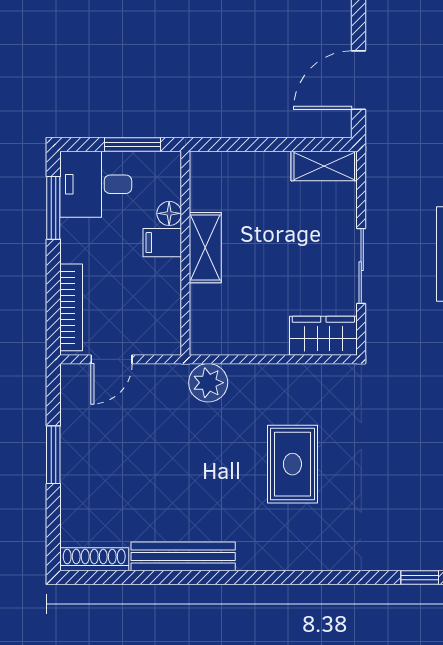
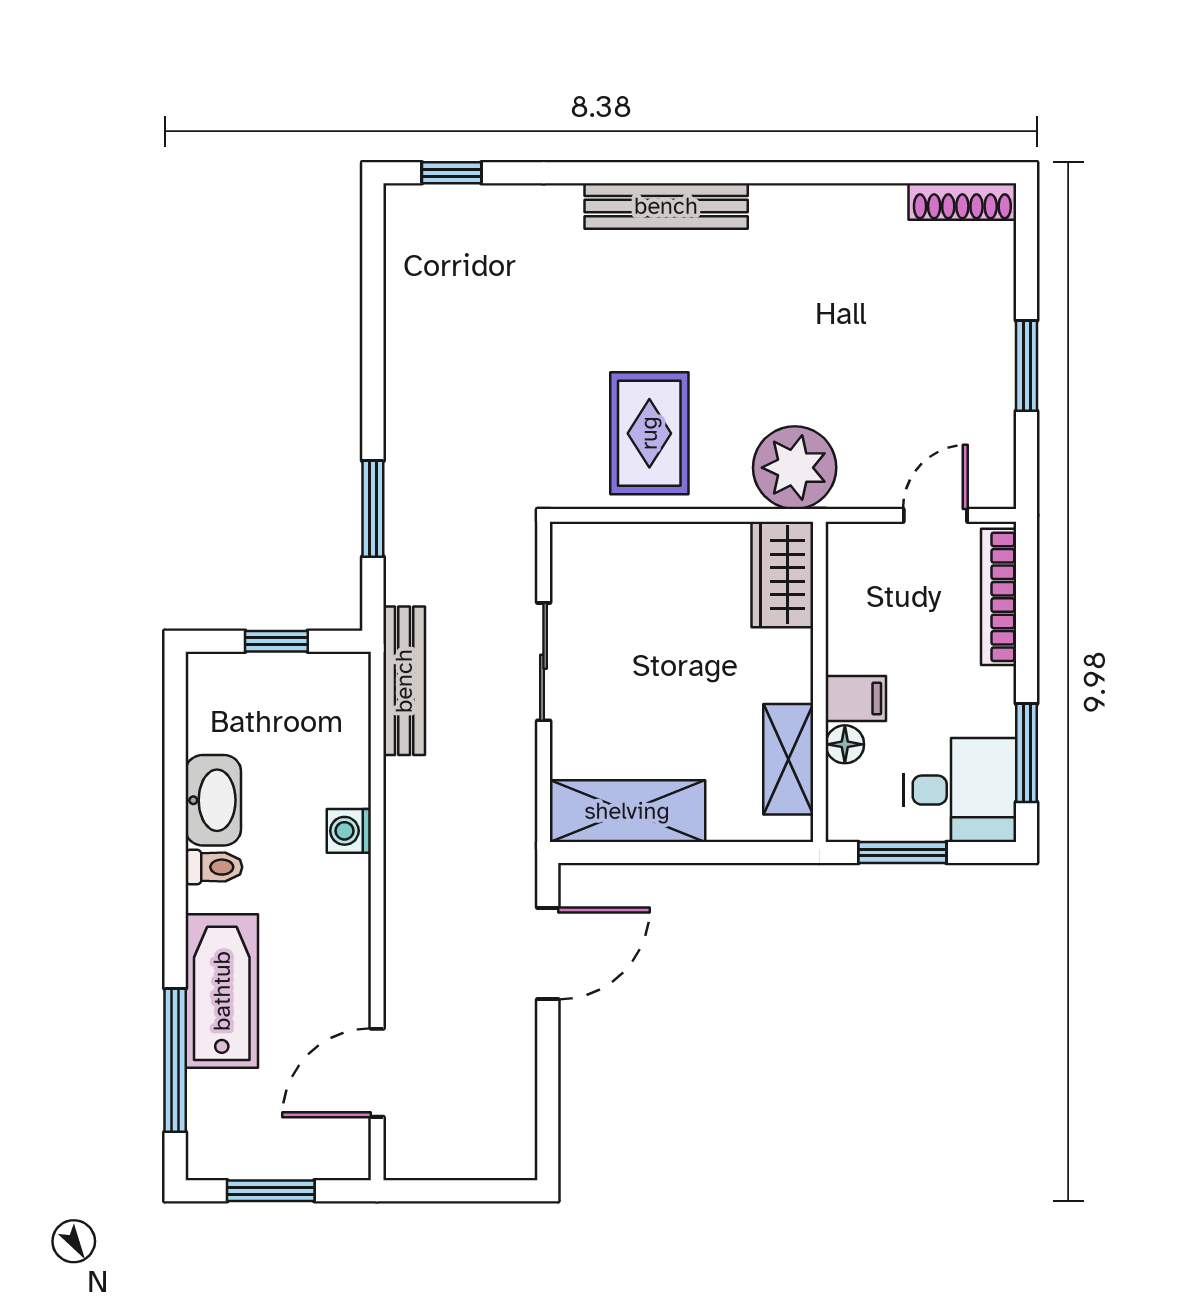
shelving: (324, 166) -> (627, 811), width x1.50, depth x1.33
shelving: (205, 248) -> (788, 759), moved
wardrobe: (323, 336) -> (782, 575), moved, turned 90
plant: (208, 383) -> (795, 468), width x1.36, depth x1.36
rug: (292, 464) -> (649, 433), moved
bench: (183, 556) -> (666, 206), moved

